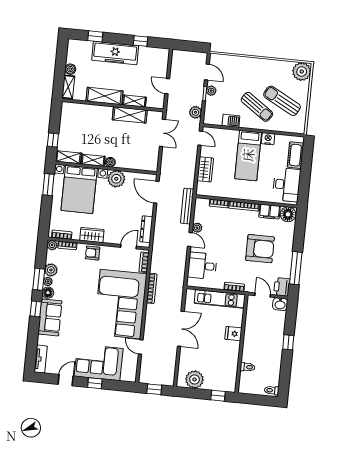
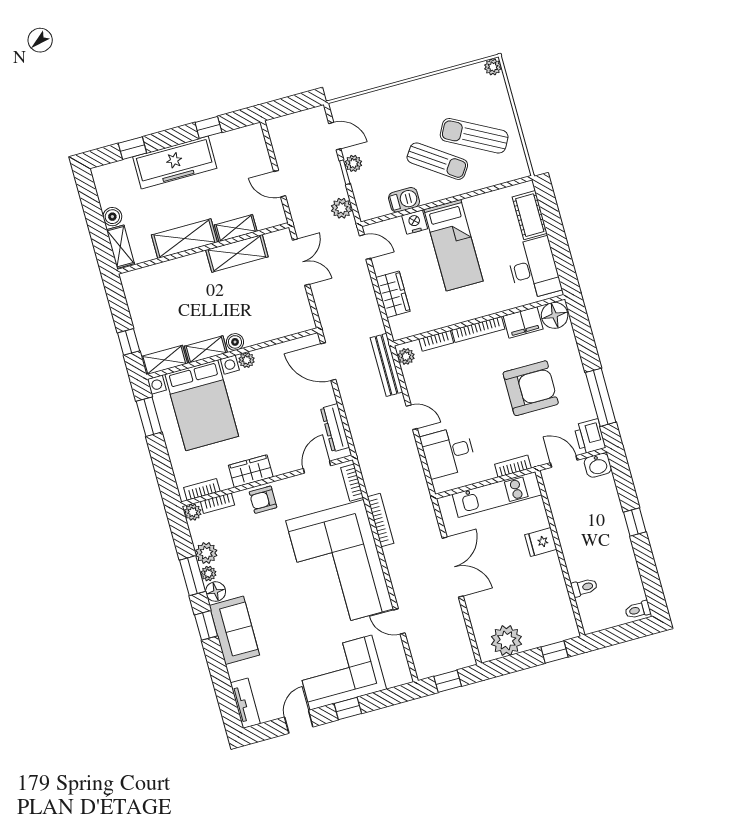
plant: (302, 72) -> (493, 67), width x0.53, depth x0.53
nightstand: (268, 139) -> (415, 222), moved
plant: (116, 179) -> (247, 360), width x0.53, depth x0.53
plant: (197, 228) -> (406, 356), moved

